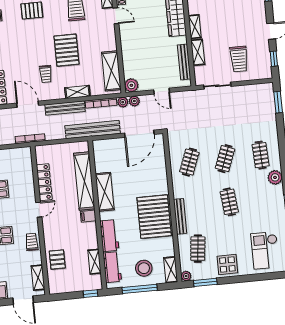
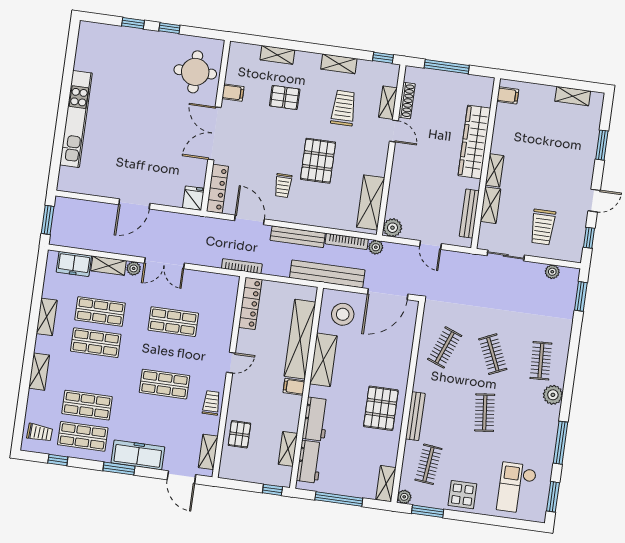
shelving: (77, 92) -> (319, 219), removed
plant: (134, 101) -> (552, 272), moved
clothes rail: (225, 159) -> (493, 354), turned -45
locker: (44, 182) -> (250, 303), moved
pallet: (154, 217) -> (381, 408), width x0.73, depth x0.71
stool: (144, 268) -> (343, 314), moved

